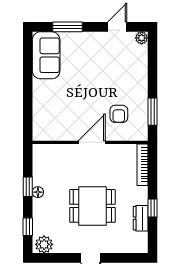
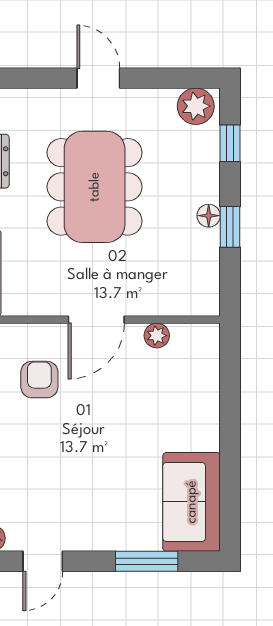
plant: (63, 135) -> (157, 336), added
dining table: (92, 206) -> (95, 187), width x1.37

